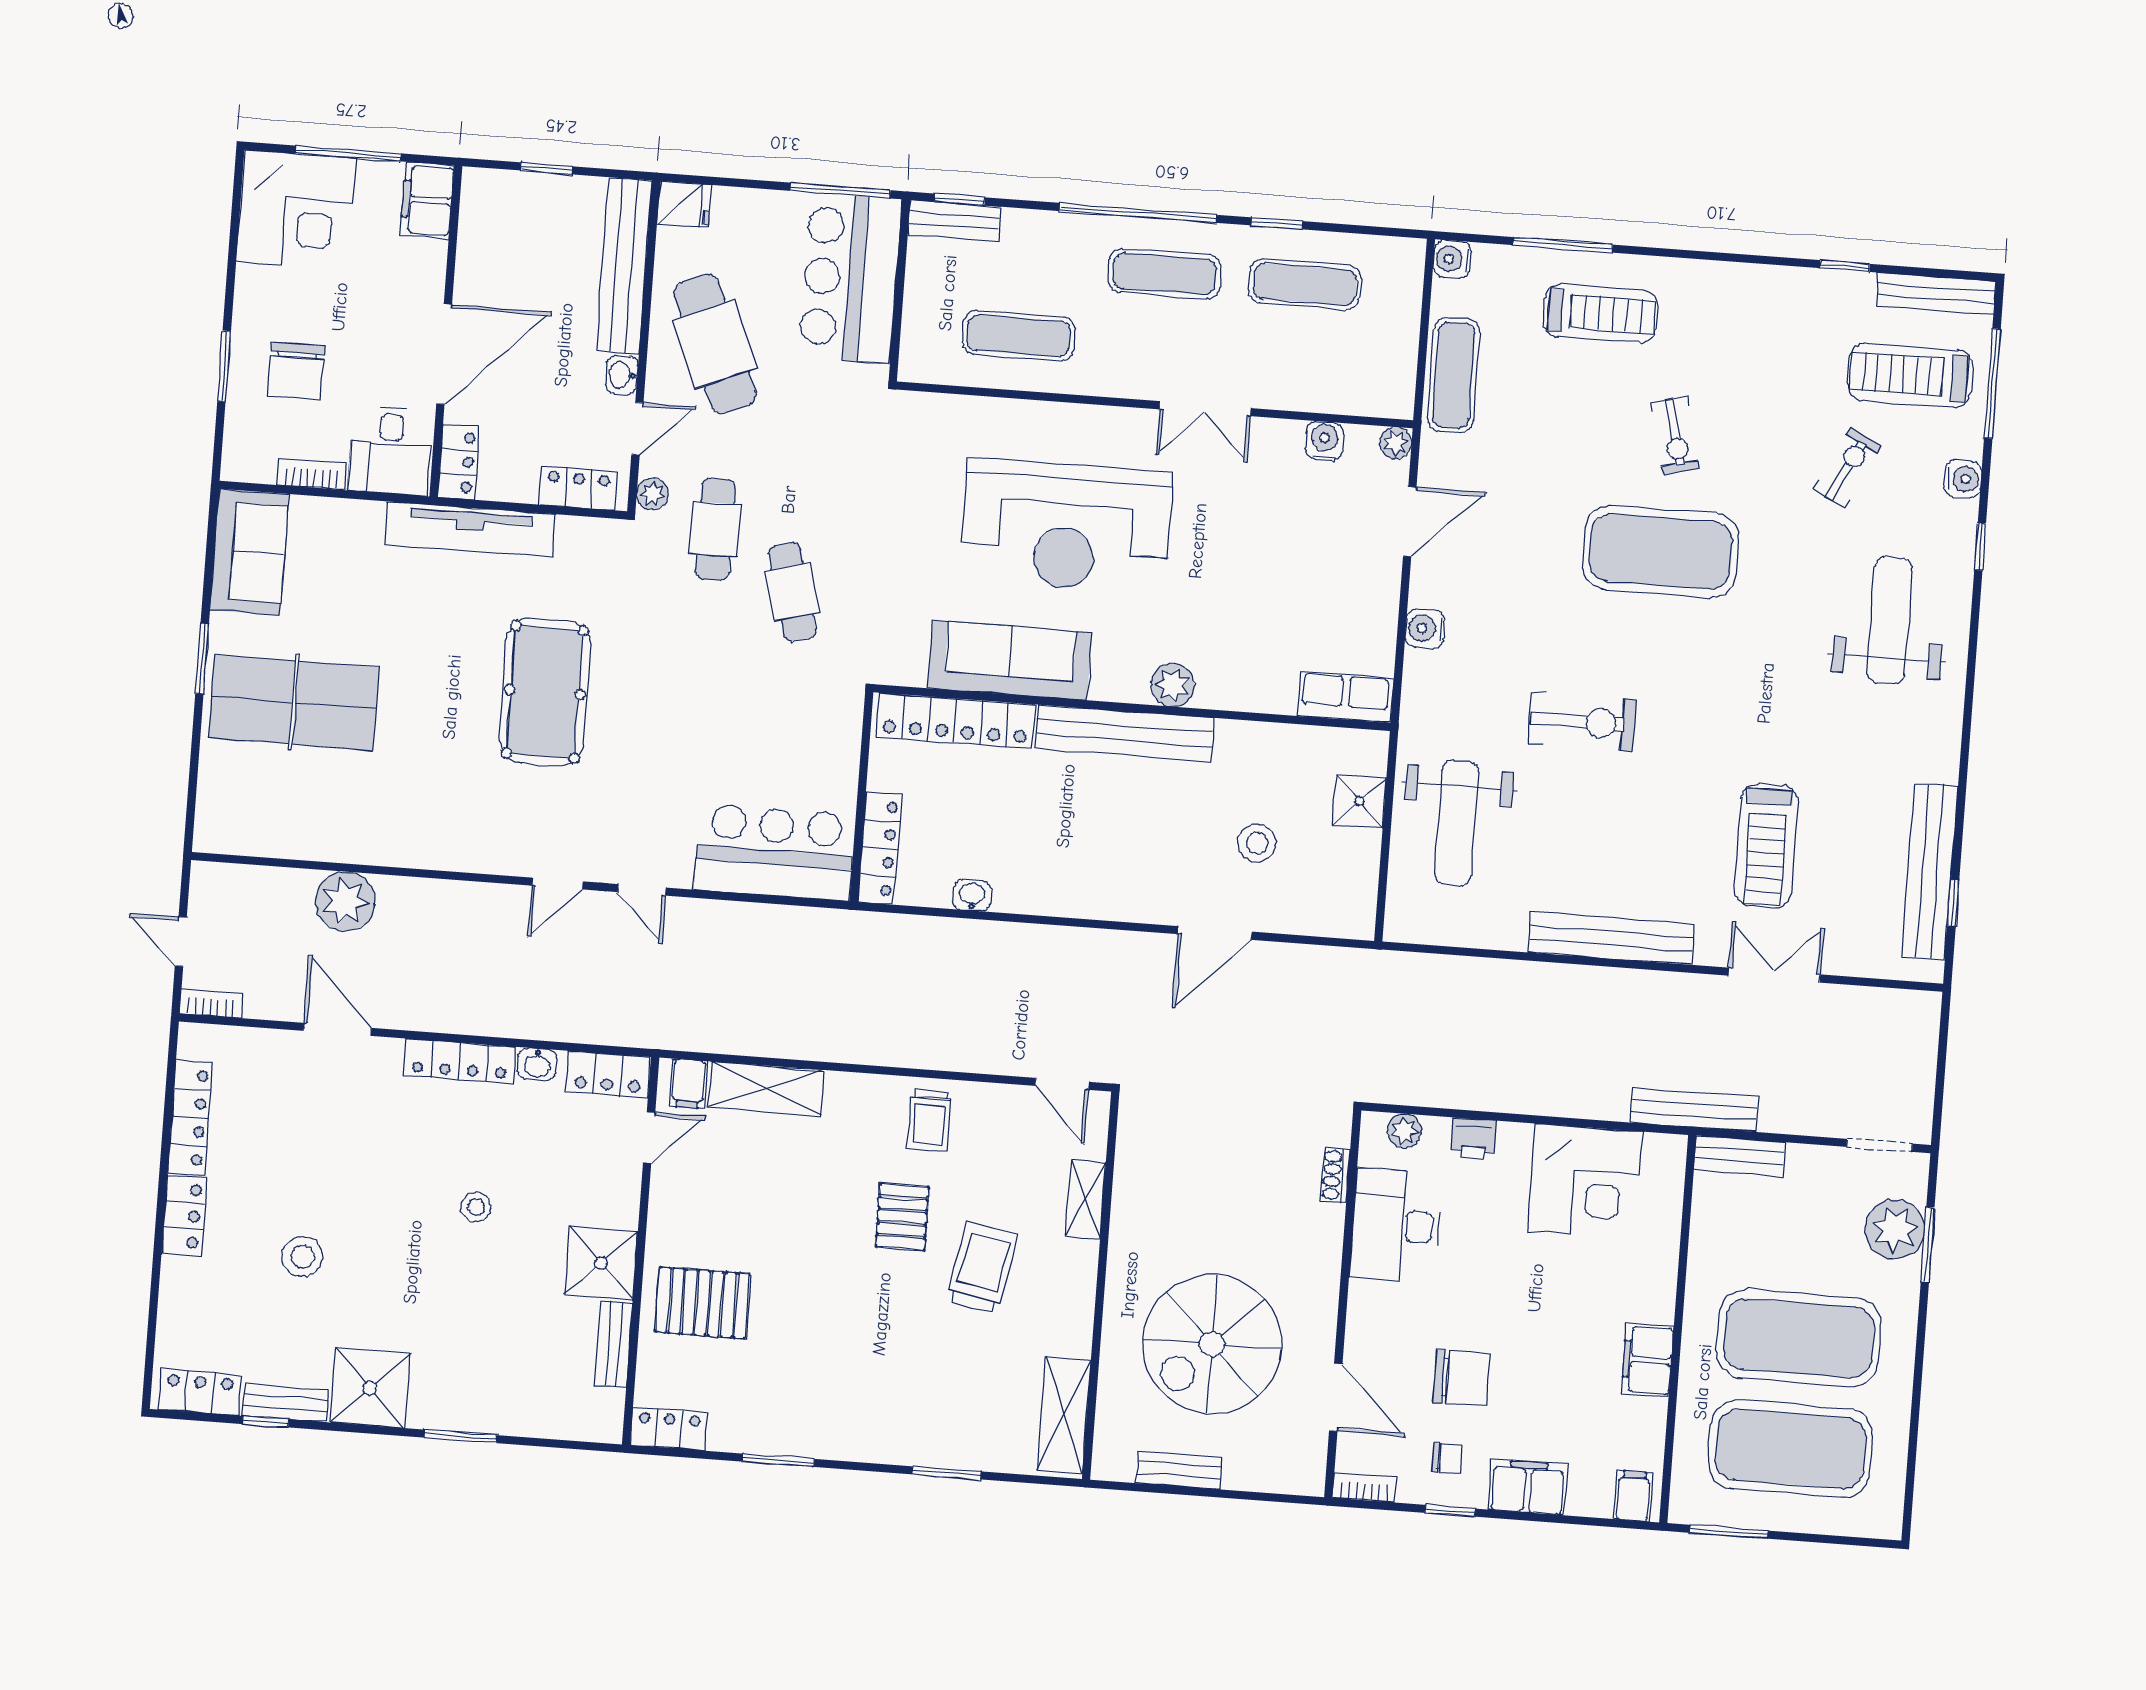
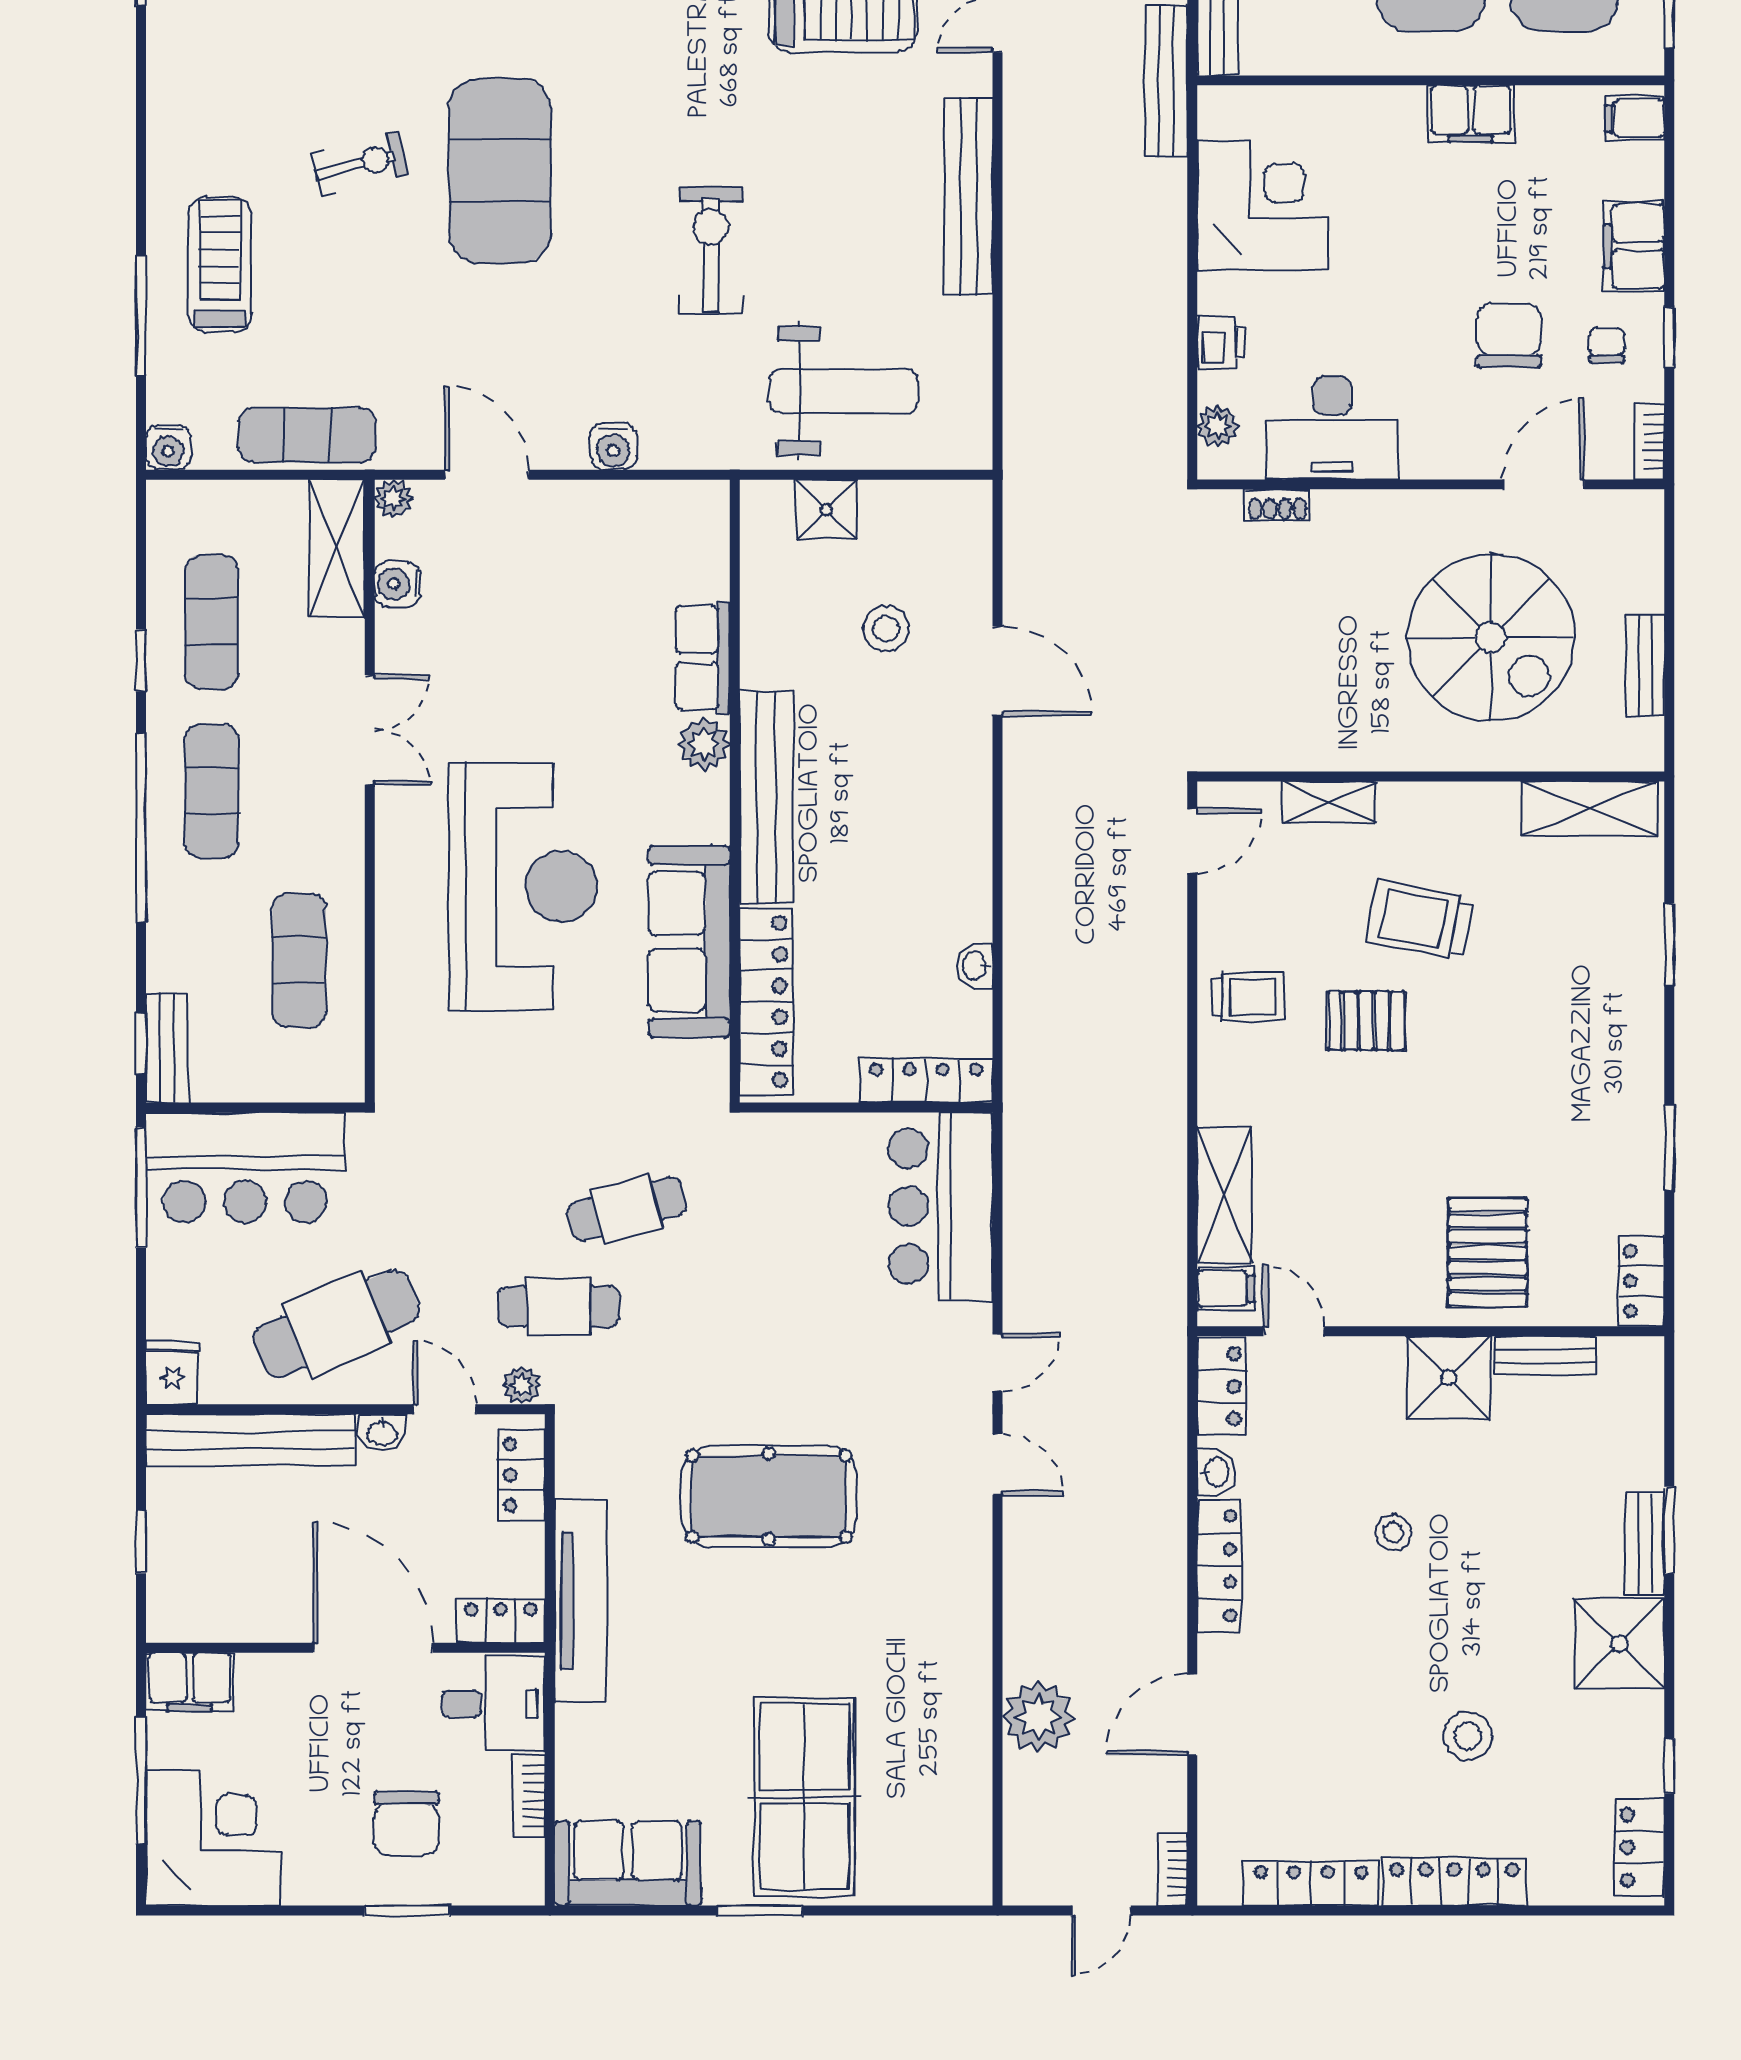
chair: (296, 371) -> (406, 1824), turned 90
shelving: (1358, 393) -> (337, 549), added
row of seats: (1345, 697) -> (703, 658), moved
locker: (184, 1216) -> (1455, 1882), width x1.53
bench: (285, 1403) -> (1645, 1543), moved

